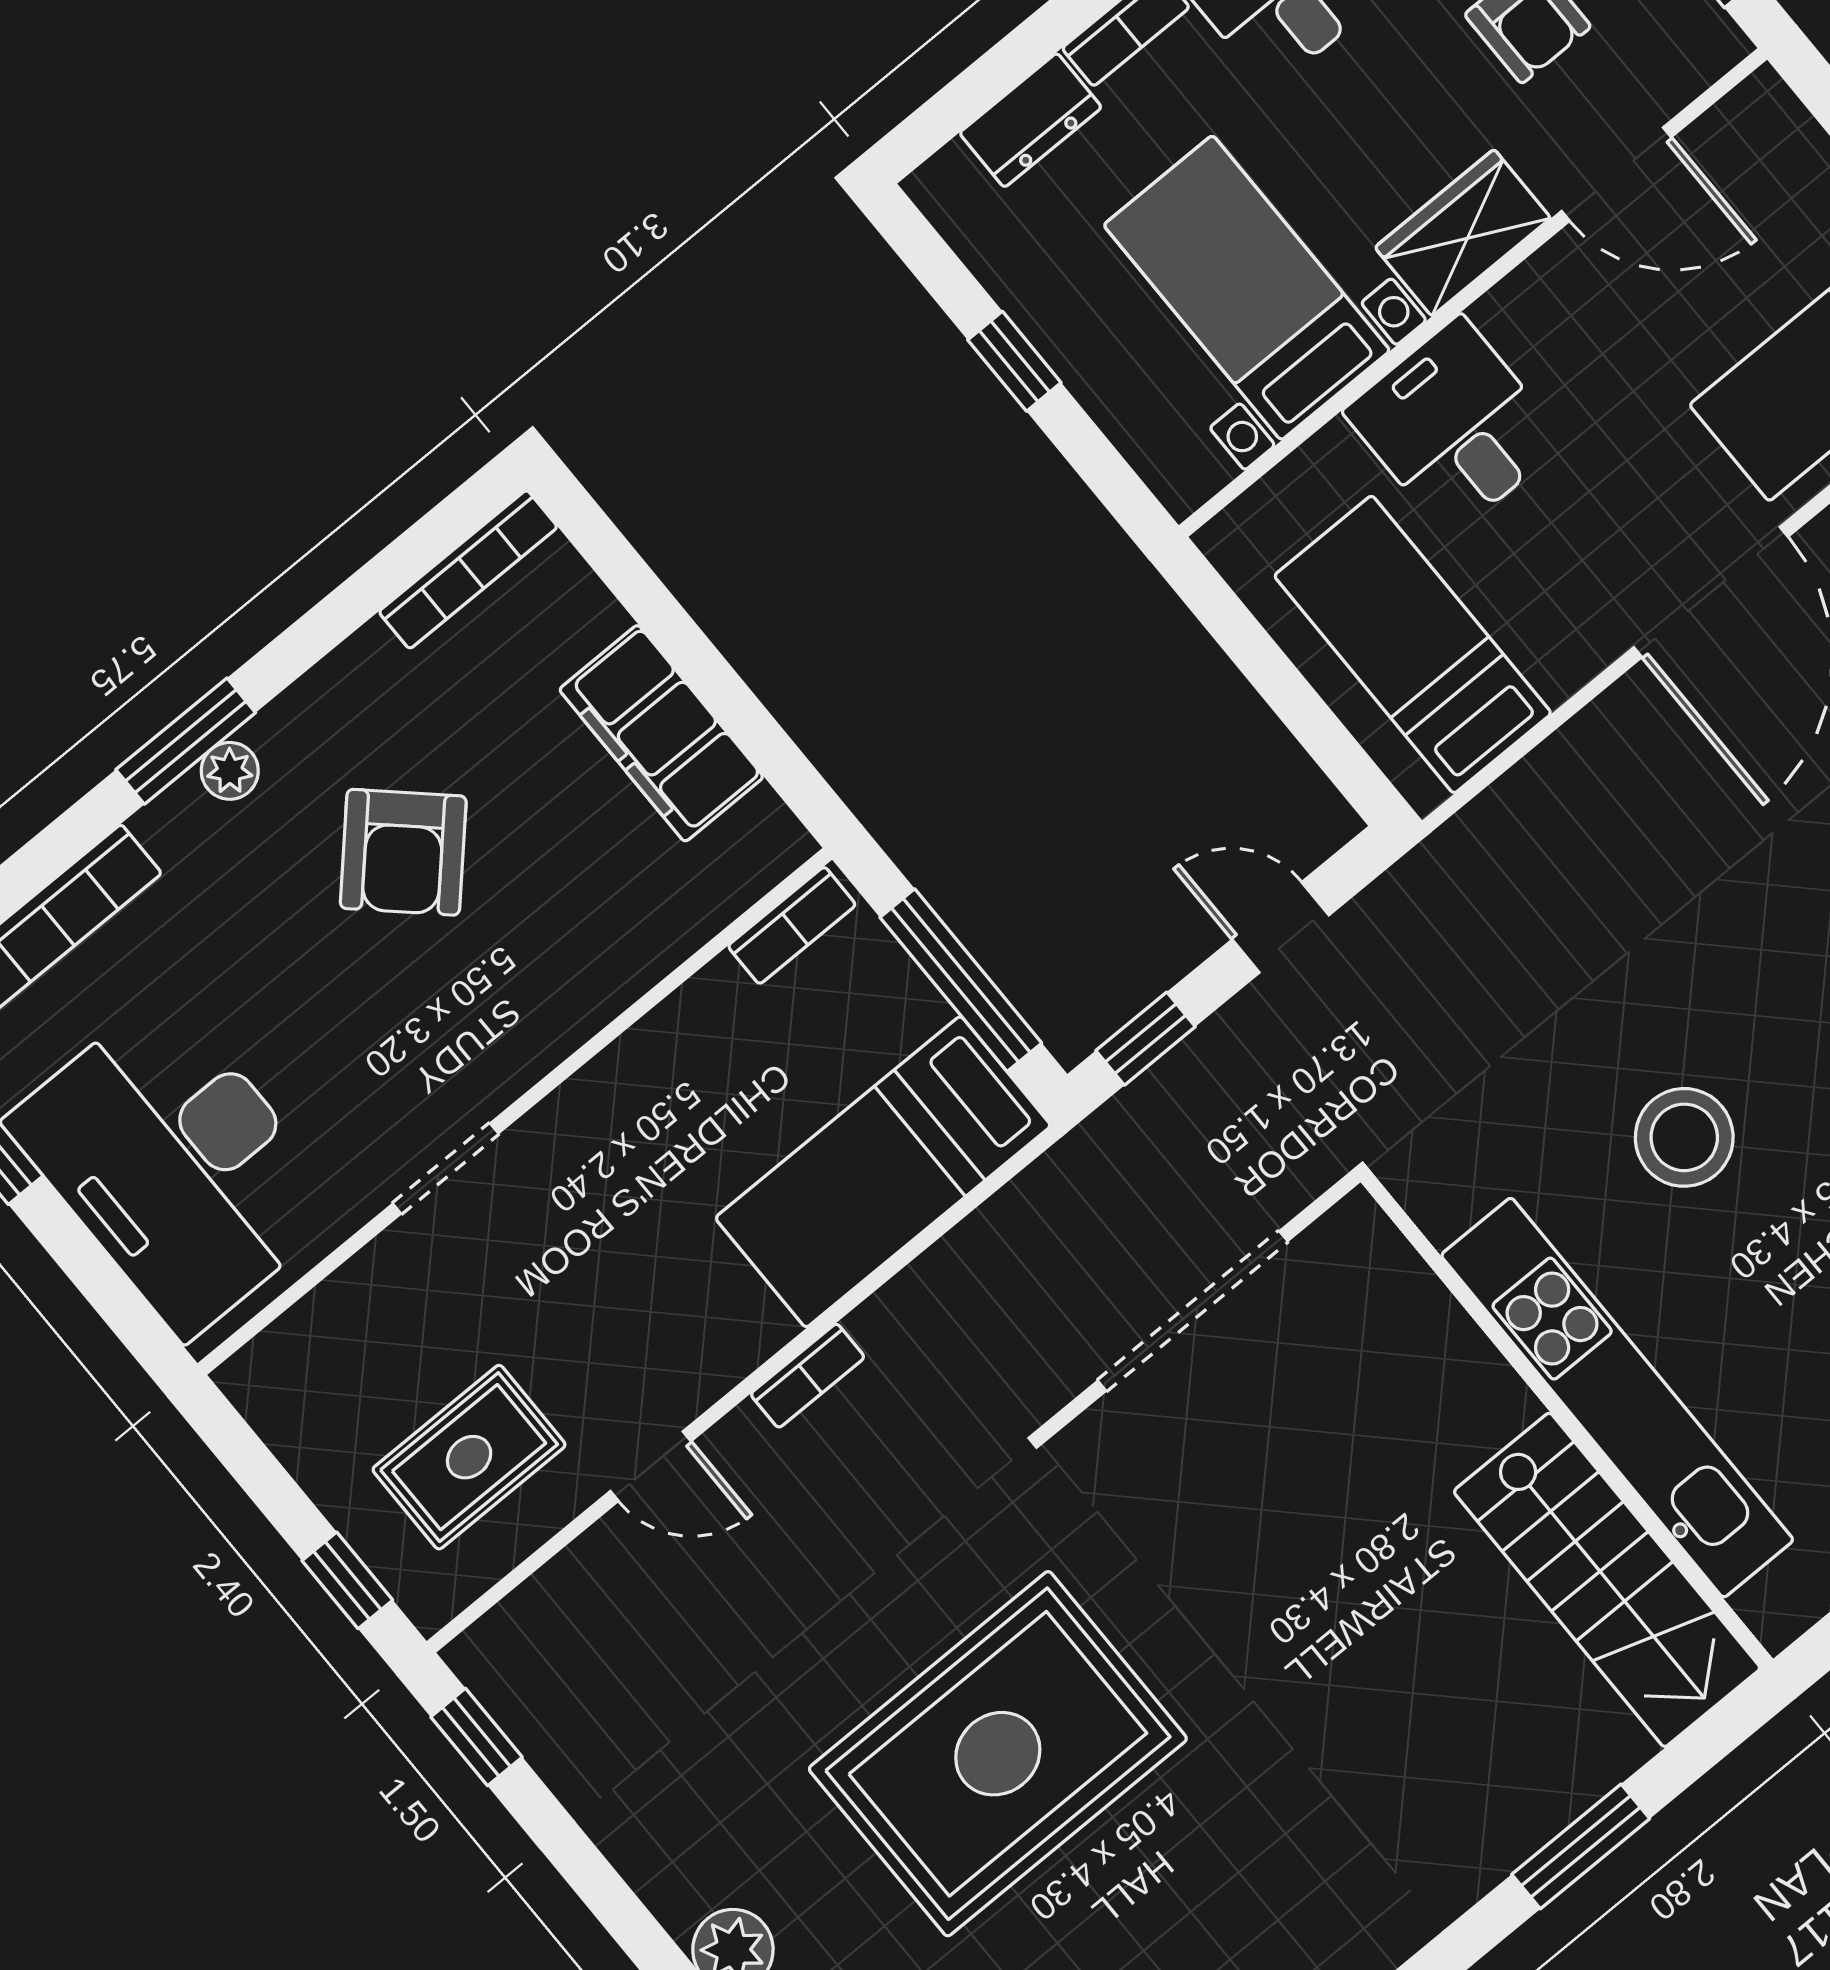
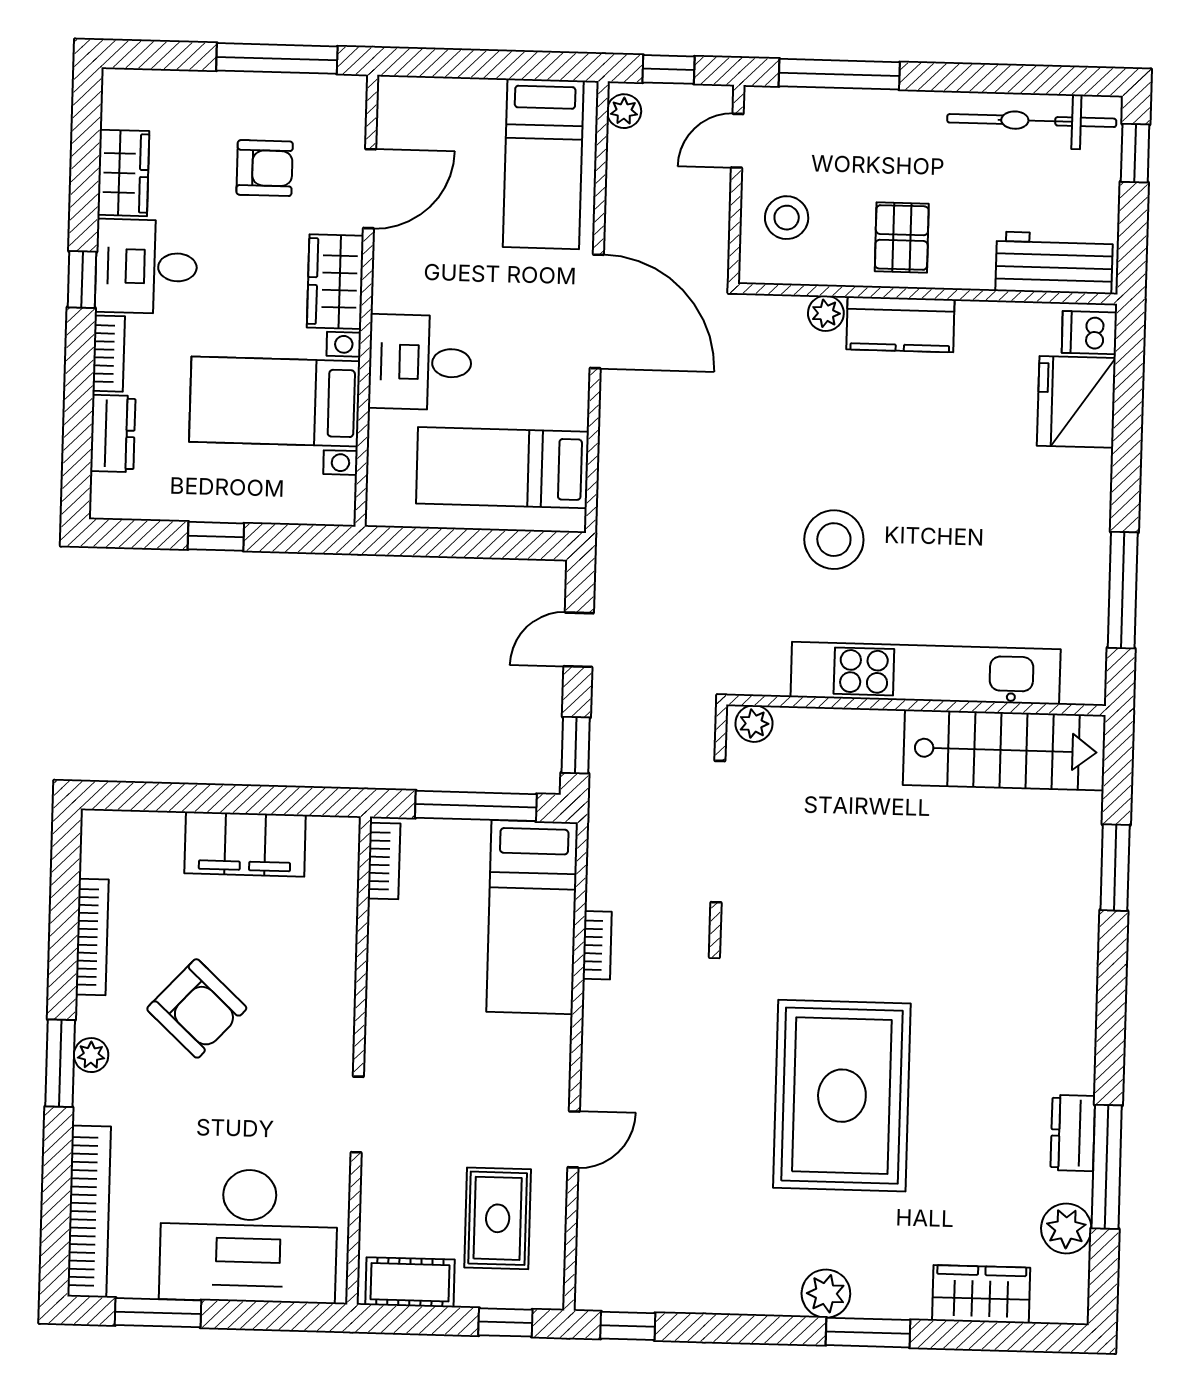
bookcase: (468, 569) -> (92, 937), moved
plant: (1367, 1238) -> (754, 724), added
bookcase: (808, 1376) -> (597, 945), moved
cot: (294, 1417) -> (410, 1282), added

